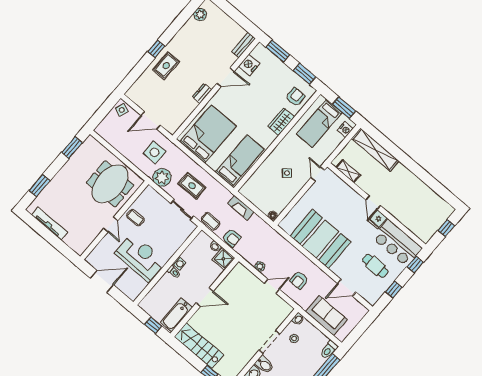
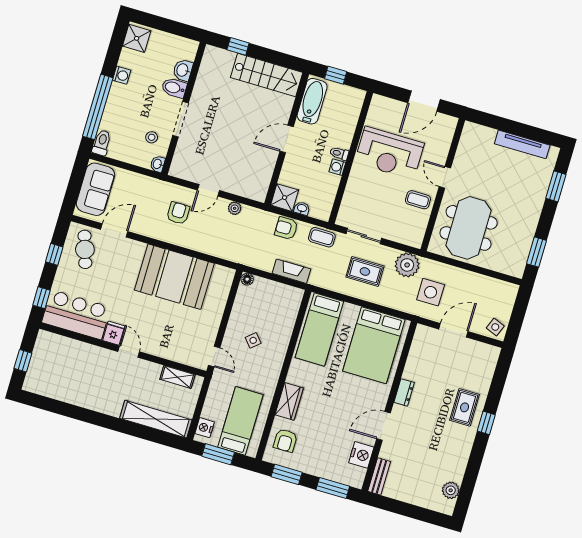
cafe table: (375, 266) -> (85, 249), moved, turned 72
sofa: (326, 316) -> (96, 189), moved, turned -90

